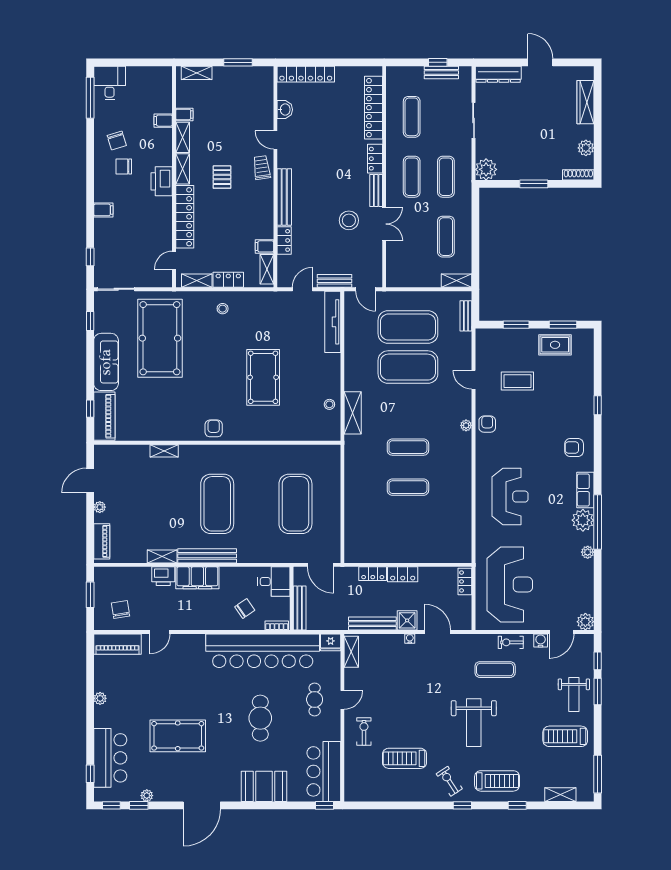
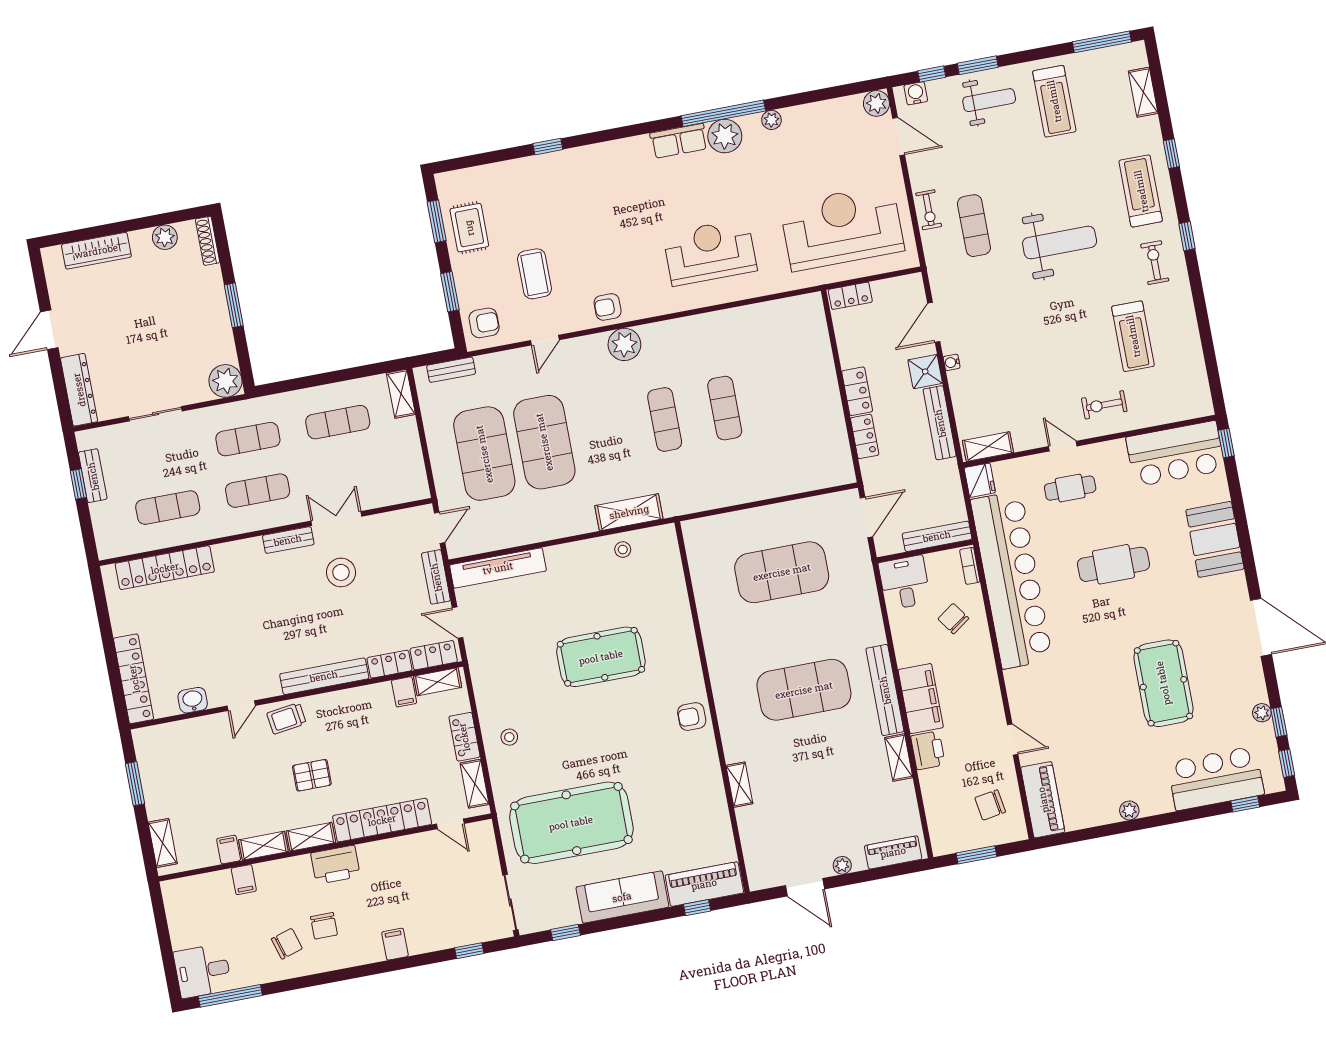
locker: (375, 159) -> (434, 655), moved, turned 180
plant: (466, 425) -> (624, 344), width x1.87, depth x1.87
armchair: (574, 447) -> (484, 323), moved, turned -90
water cooler: (541, 641) -> (916, 93), moved, turned 90
exercise bike: (449, 781) -> (1155, 263), turned 123

